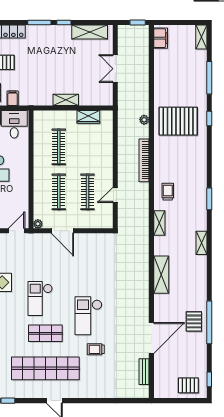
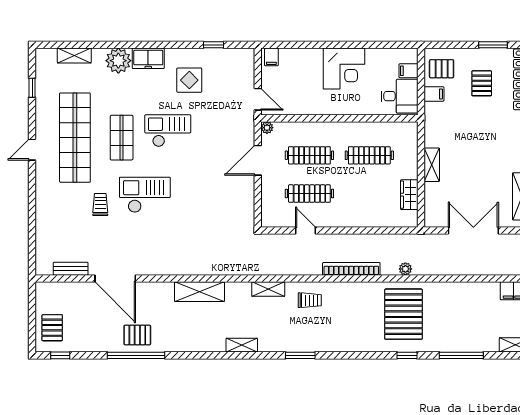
double door: (115, 69) -> (473, 230), width x1.37

